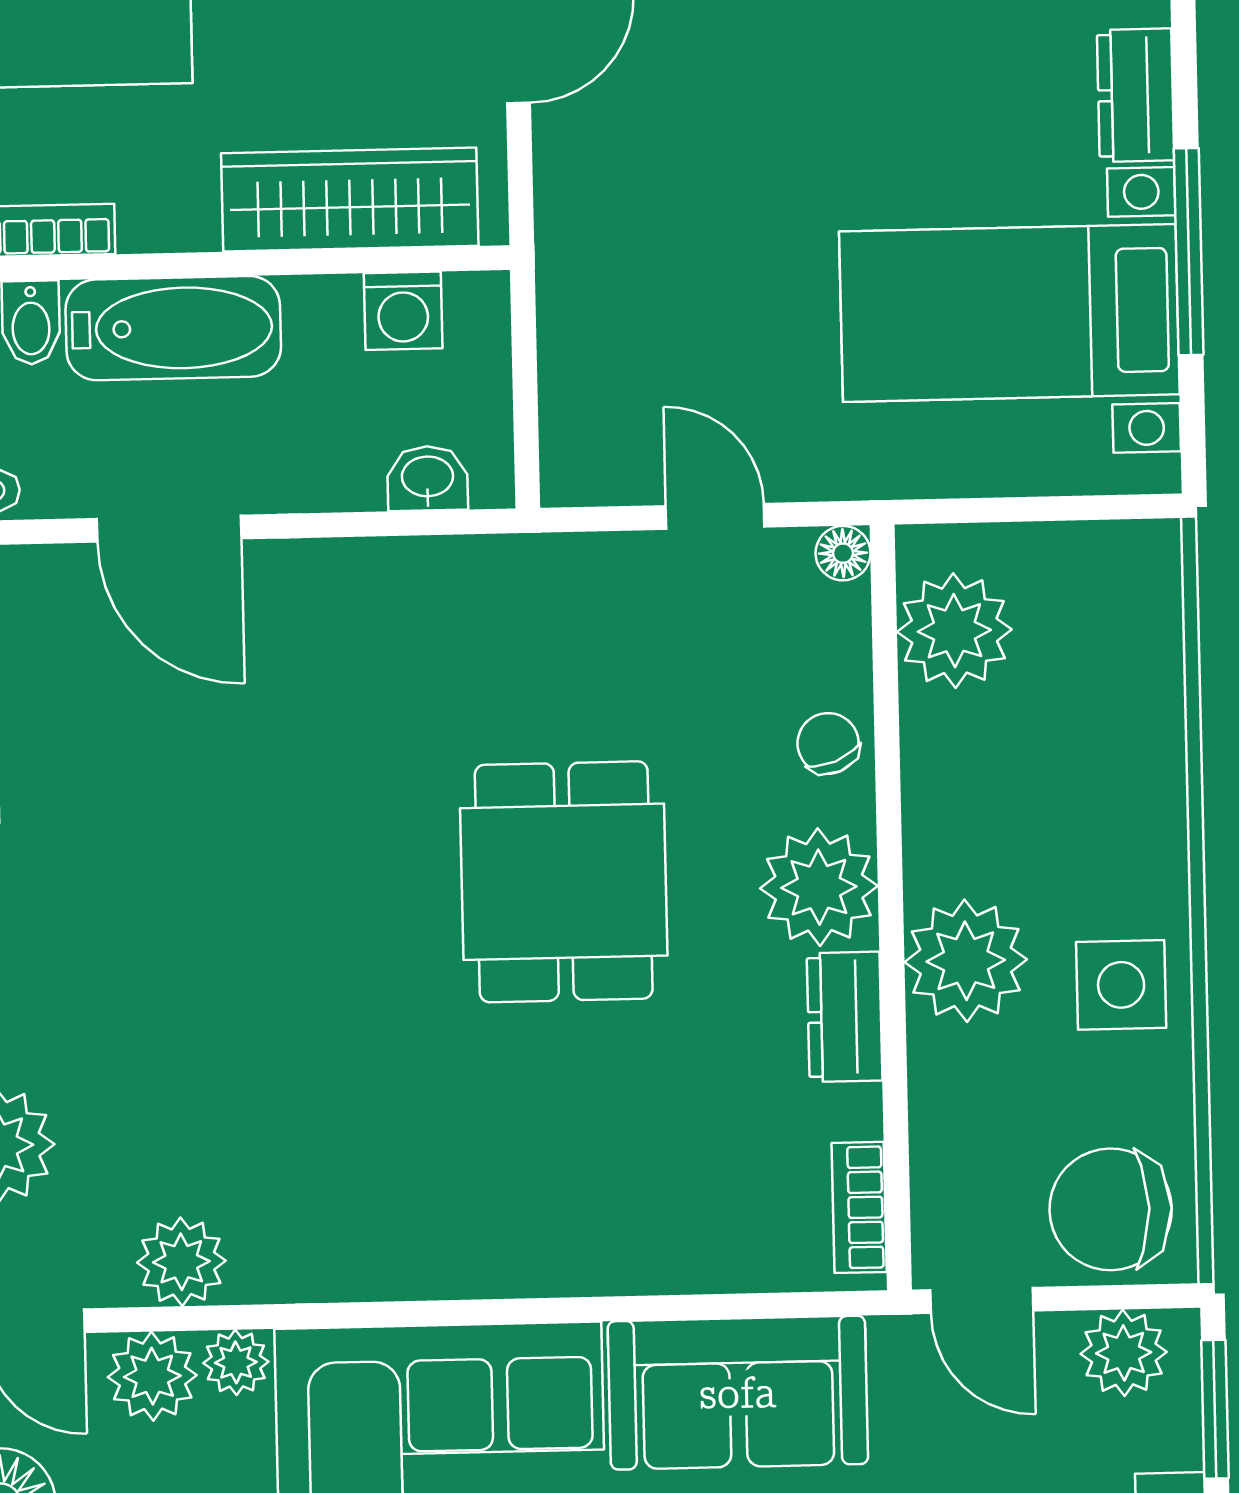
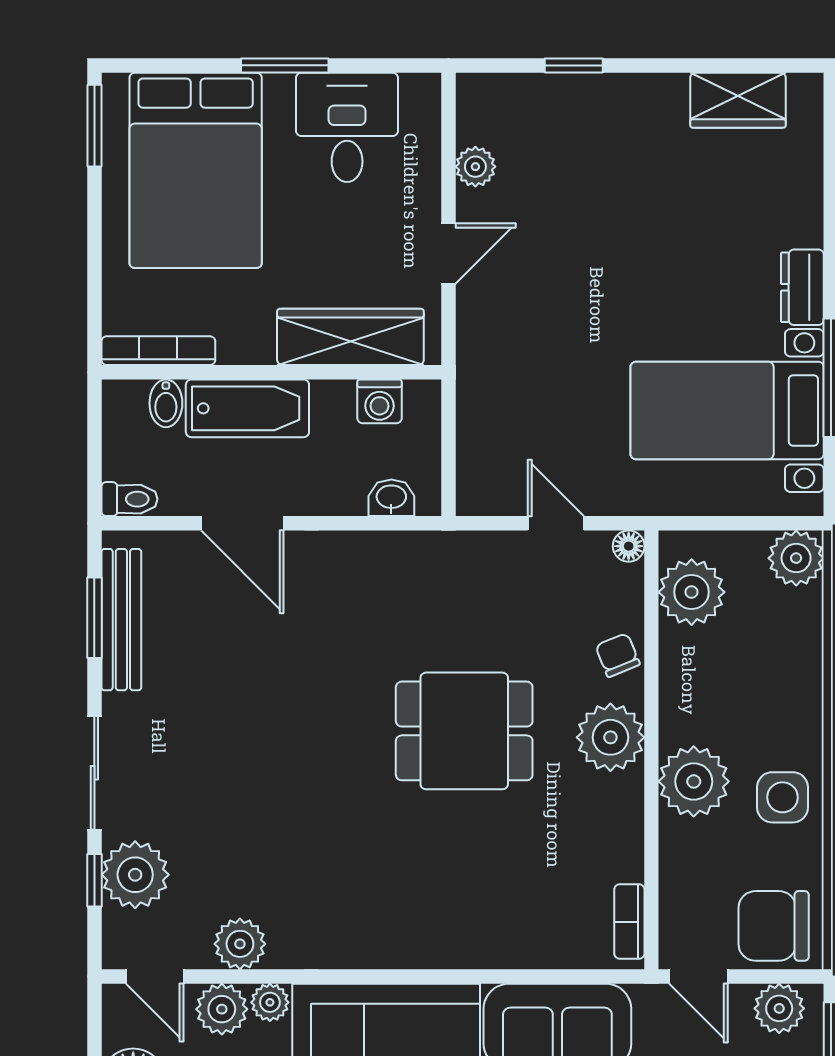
plant: (1135, 567) -> (796, 558), added
dining table: (564, 882) -> (464, 731), turned 90
dresser: (845, 1017) -> (623, 812), removed

